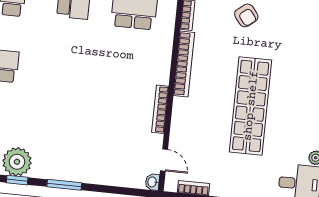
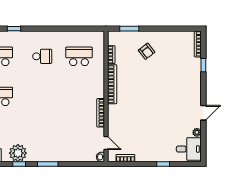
shop shelf: (251, 106) -> (155, 105), removed

